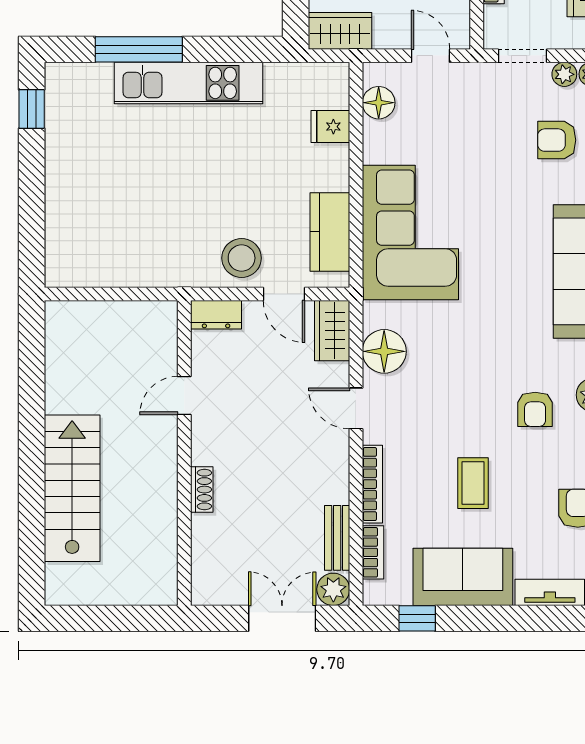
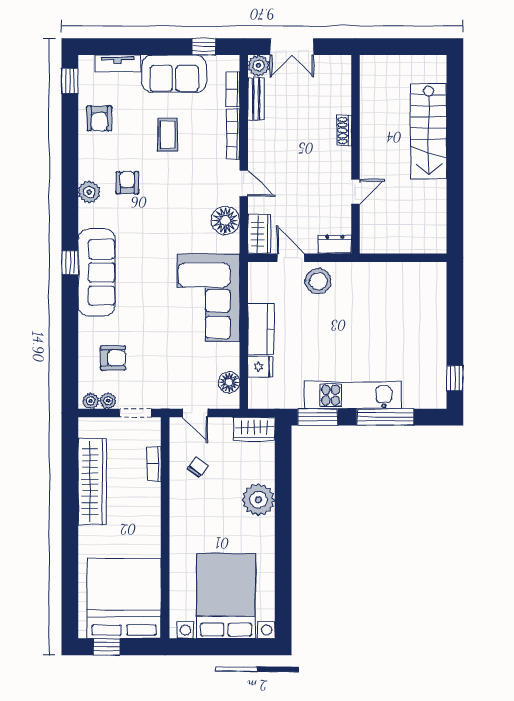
window: (243, 49) -> (318, 417), added
kitchen counter: (330, 232) -> (261, 329), moved

